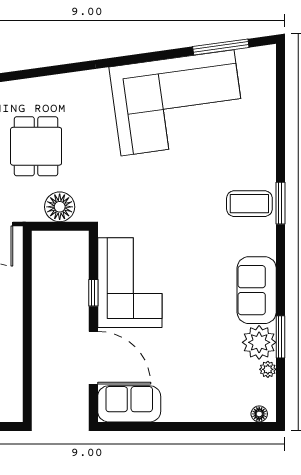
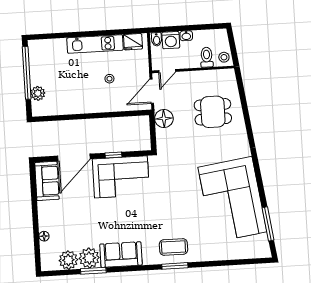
dining table: (36, 146) -> (213, 112), moved
coffee table: (249, 204) -> (173, 247), turned 90
floor lamp: (60, 207) -> (164, 118), moved
plant: (268, 369) -> (68, 260), width x1.88, depth x1.88
floor lamp: (259, 414) -> (44, 236), moved

